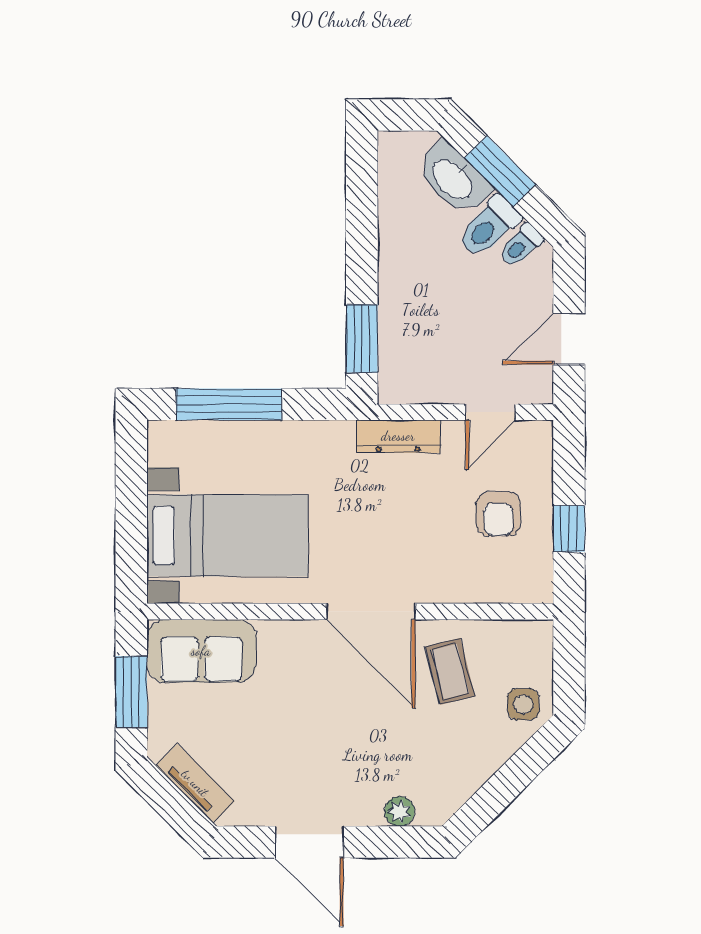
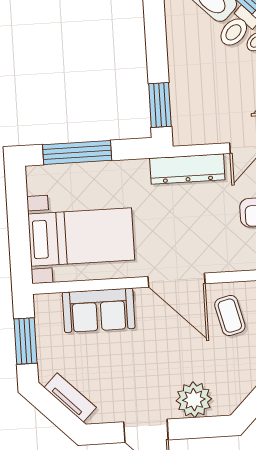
dresser: (398, 436) -> (187, 169), width x1.37, depth x1.24
sofa: (201, 651) -> (99, 310), moved
plant: (400, 811) -> (194, 400), width x1.88, depth x1.88

